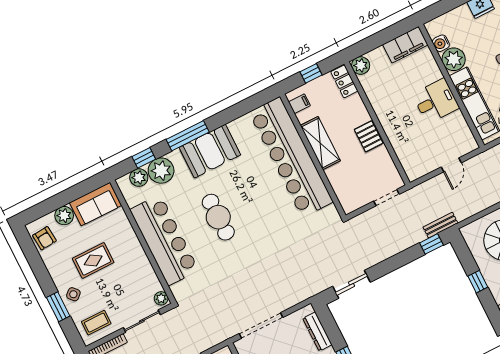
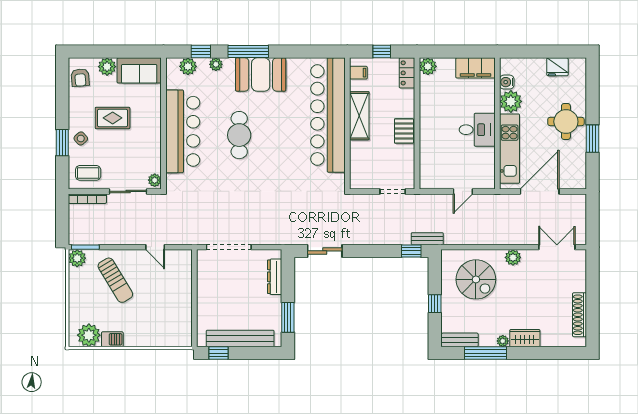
plant: (161, 171) -> (216, 64), width x0.53, depth x0.53

